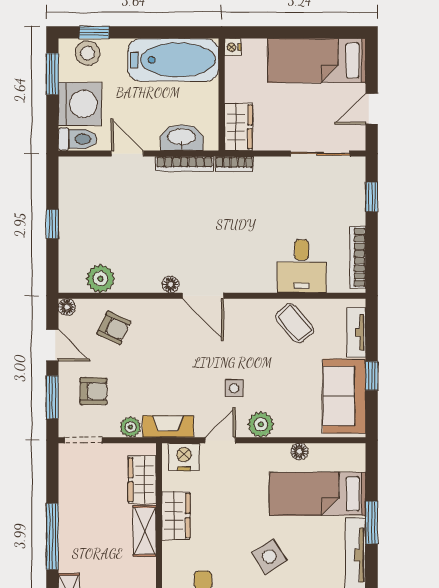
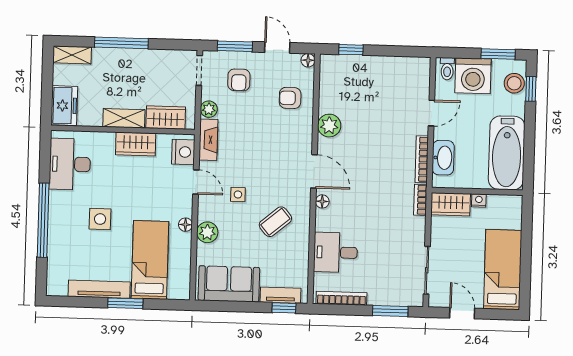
nightstand: (233, 47) -> (479, 200), moved
toilet: (77, 139) -> (447, 69), width x0.73, depth x0.72
window: (372, 197) -> (390, 311), width x1.50
window: (52, 224) -> (351, 50), moved
plant: (100, 279) -> (329, 126), moved
floor lamp: (171, 284) -> (322, 201), moved
door: (203, 296) -> (314, 171), swing flipped
coffee table: (295, 323) -> (275, 222), moved
armchair: (114, 328) -> (290, 98), turned 65
door: (52, 345) -> (277, 48), swing flipped
window: (372, 376) -> (284, 308), moved
plant: (261, 424) -> (207, 232), moved
floor lamp: (299, 451) -> (185, 225), moved
side table: (269, 556) -> (100, 219), turned 32

